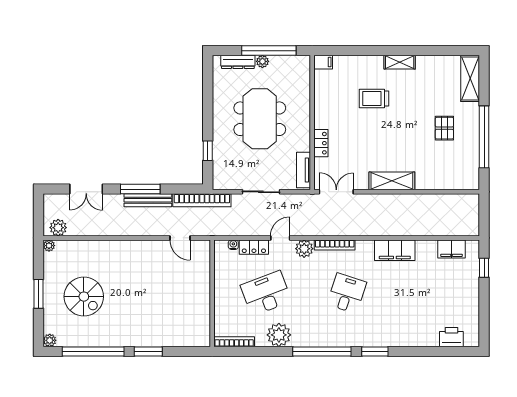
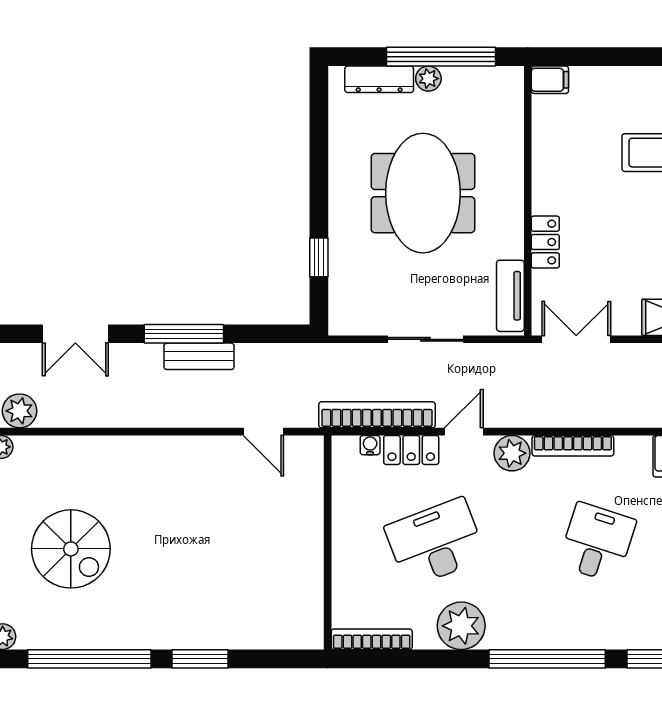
bench: (148, 200) -> (199, 356), width x0.73
bookcase: (202, 200) -> (377, 415), moved, turned 180

